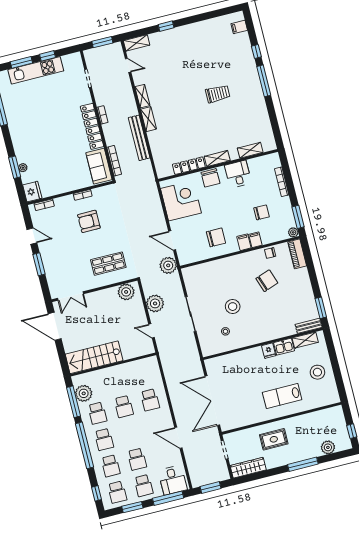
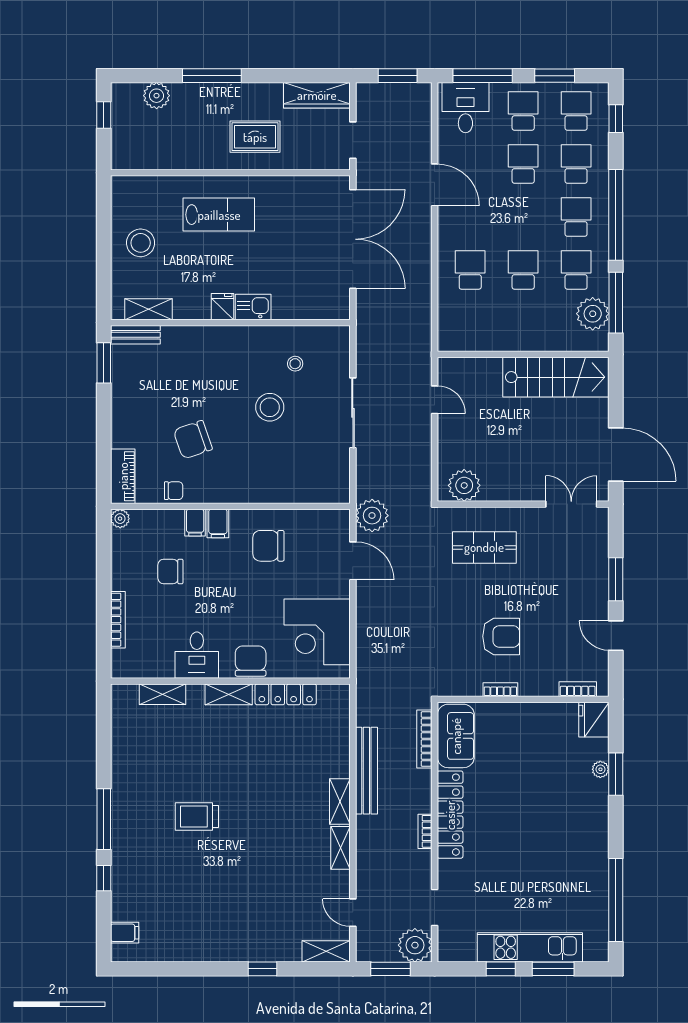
window: (298, 217) -> (104, 546), removed
plant: (155, 303) -> (415, 945), moved
kitchen sink: (284, 347) -> (253, 307), moved

